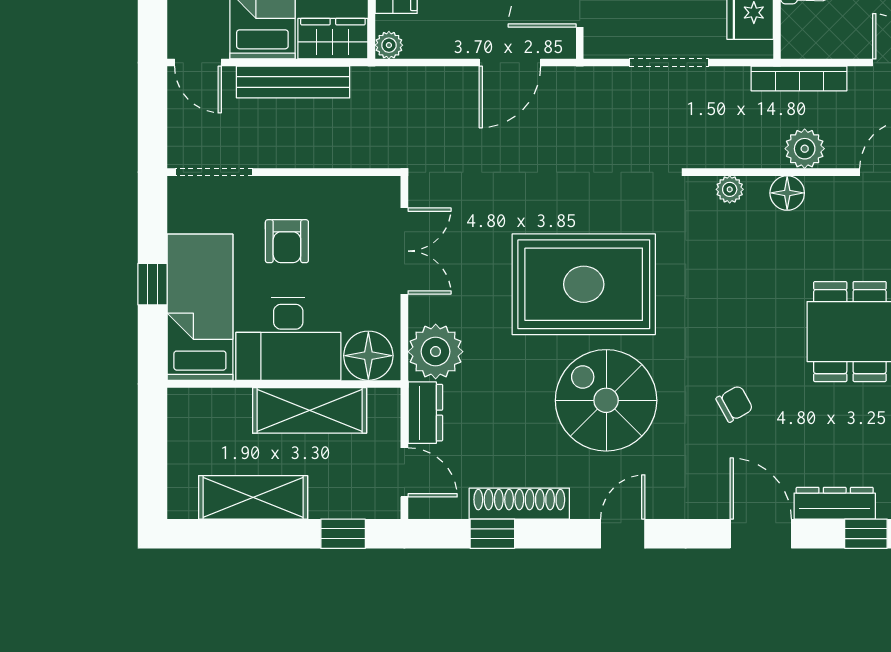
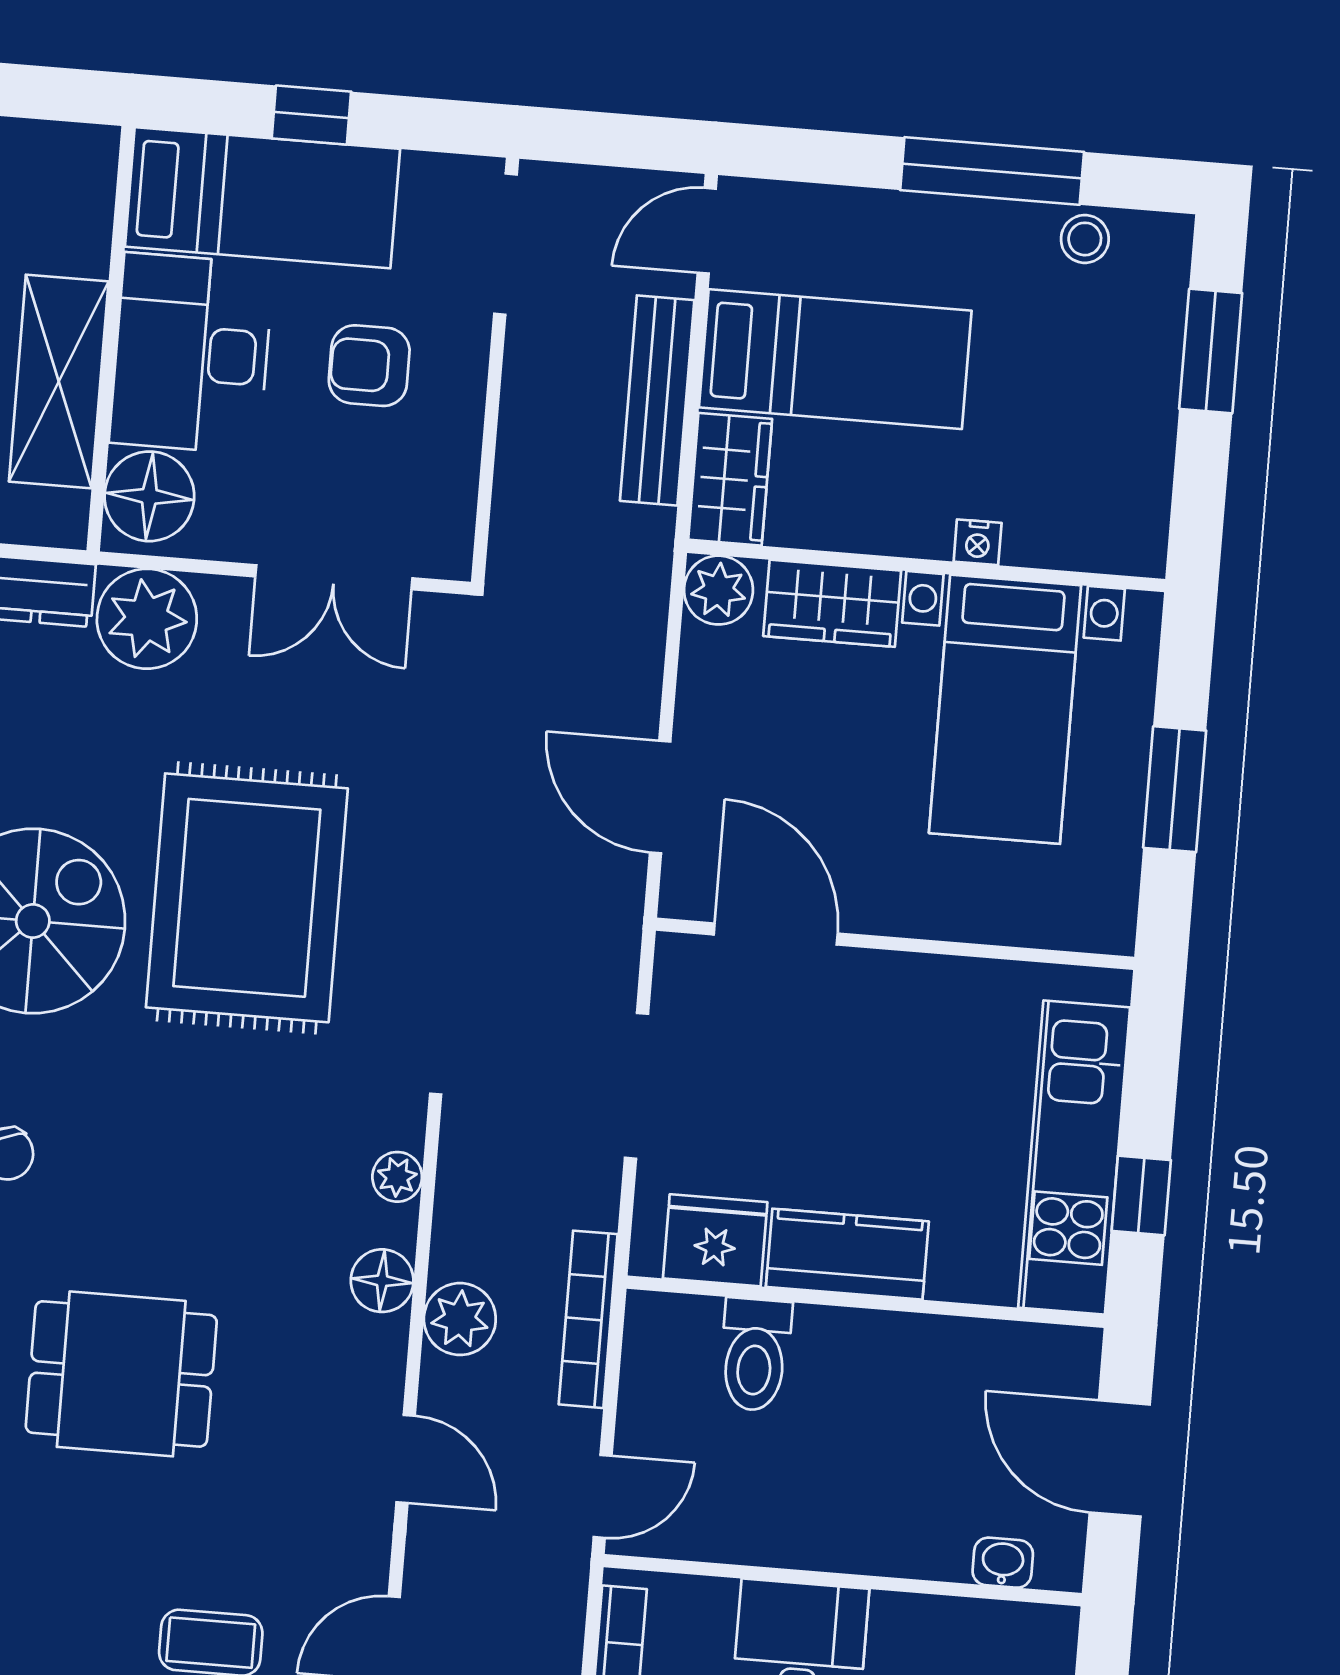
plant: (389, 45) -> (718, 590), width x1.38, depth x1.38

